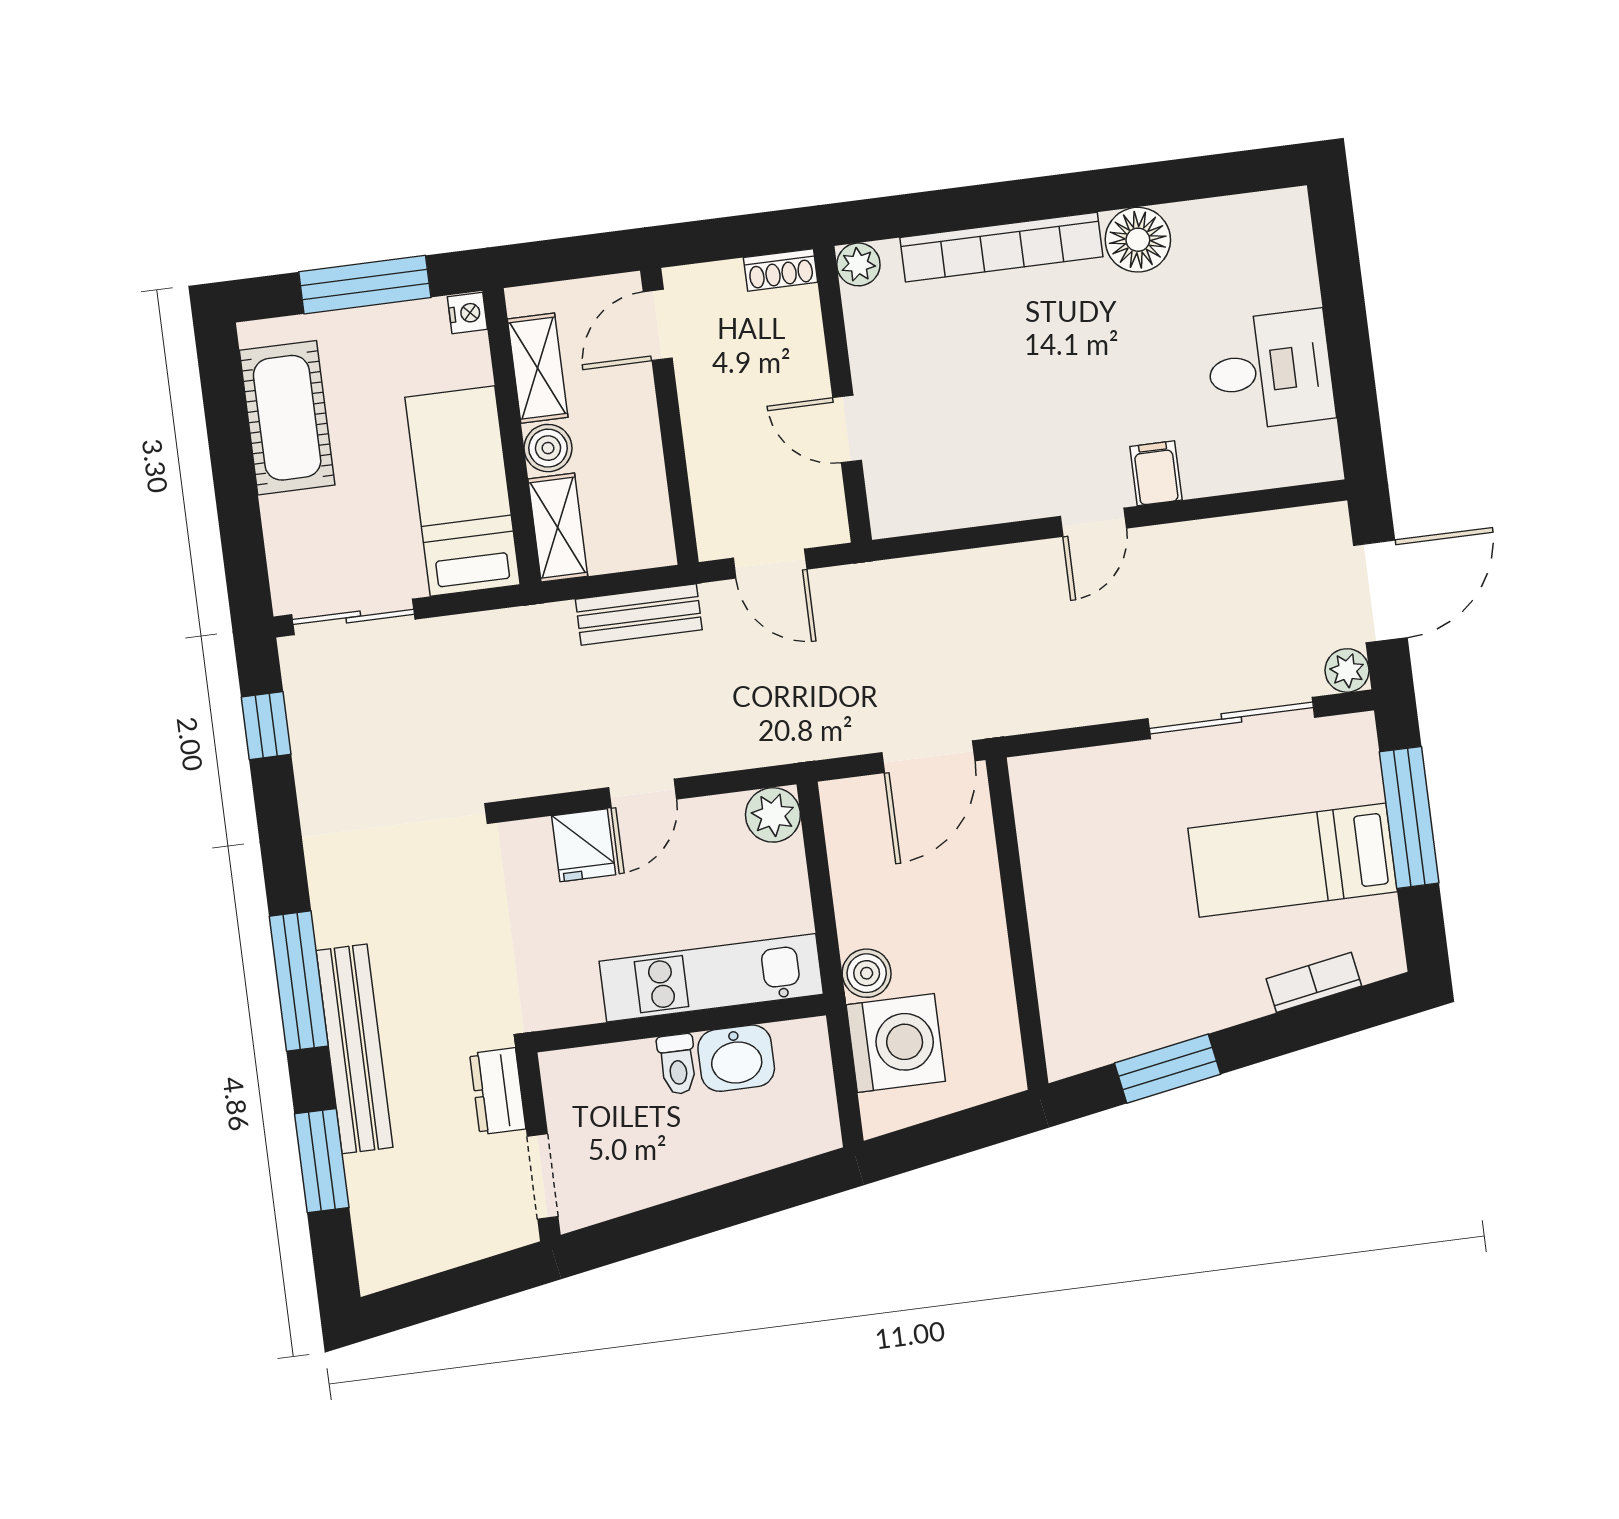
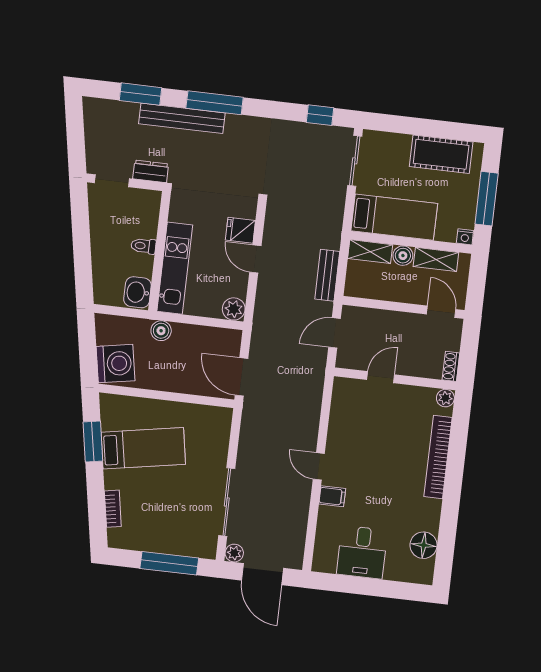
floor lamp: (1138, 240) -> (424, 545), moved
bed: (1293, 860) -> (143, 448), moved, turned 80
washing machine: (896, 1043) -> (116, 364), moved, turned -100
washbasin: (736, 1058) -> (137, 292), moved

